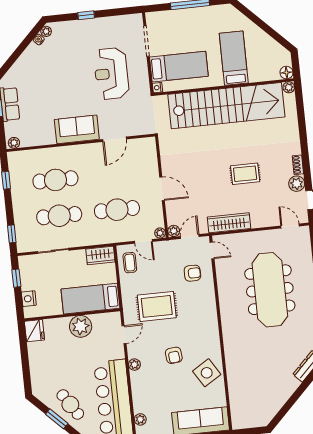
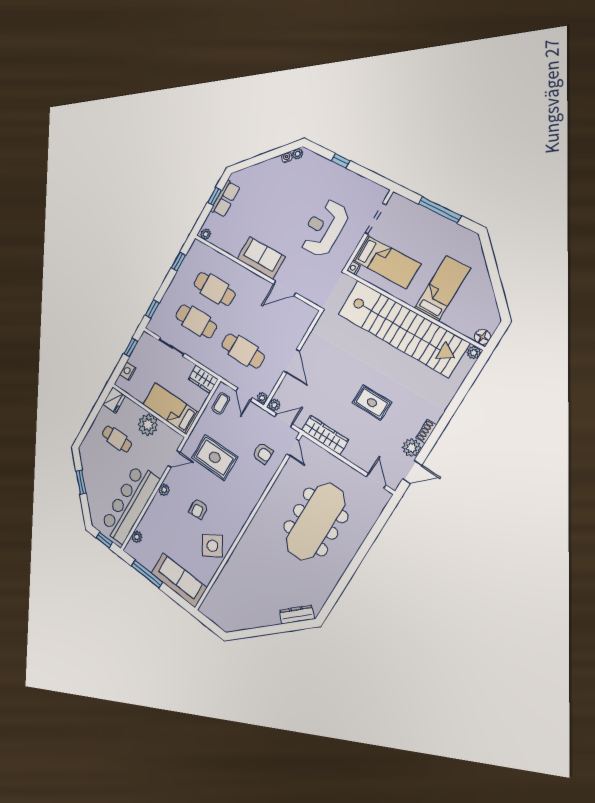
cafe table: (70, 404) -> (117, 439), moved, turned -57

